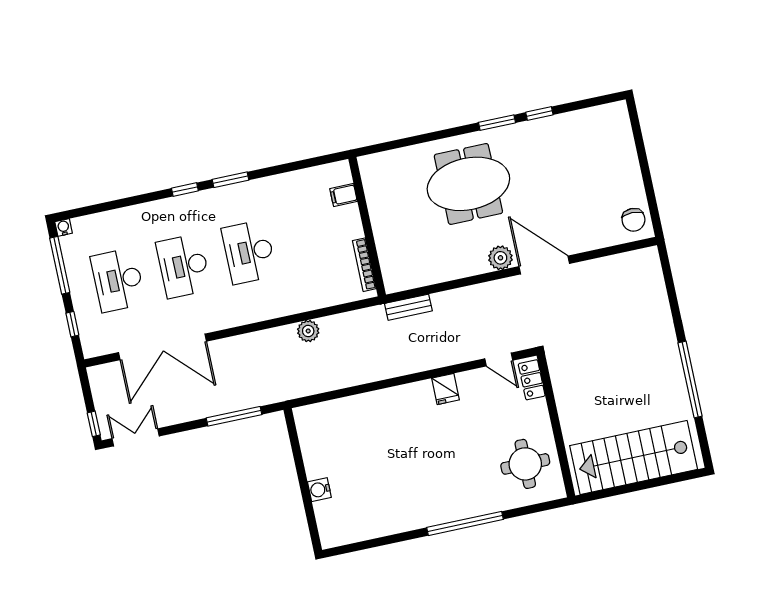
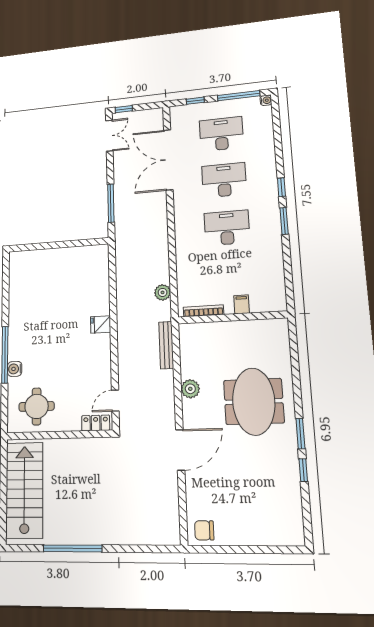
filing cabinet: (344, 195) -> (242, 304), moved
plant: (500, 258) -> (190, 389), moved
bench: (408, 307) -> (166, 345), width x1.36
plant: (308, 331) -> (163, 292), moved
fridge: (446, 389) -> (101, 324), moved
water cooler: (319, 490) -> (15, 369), moved, turned -90

